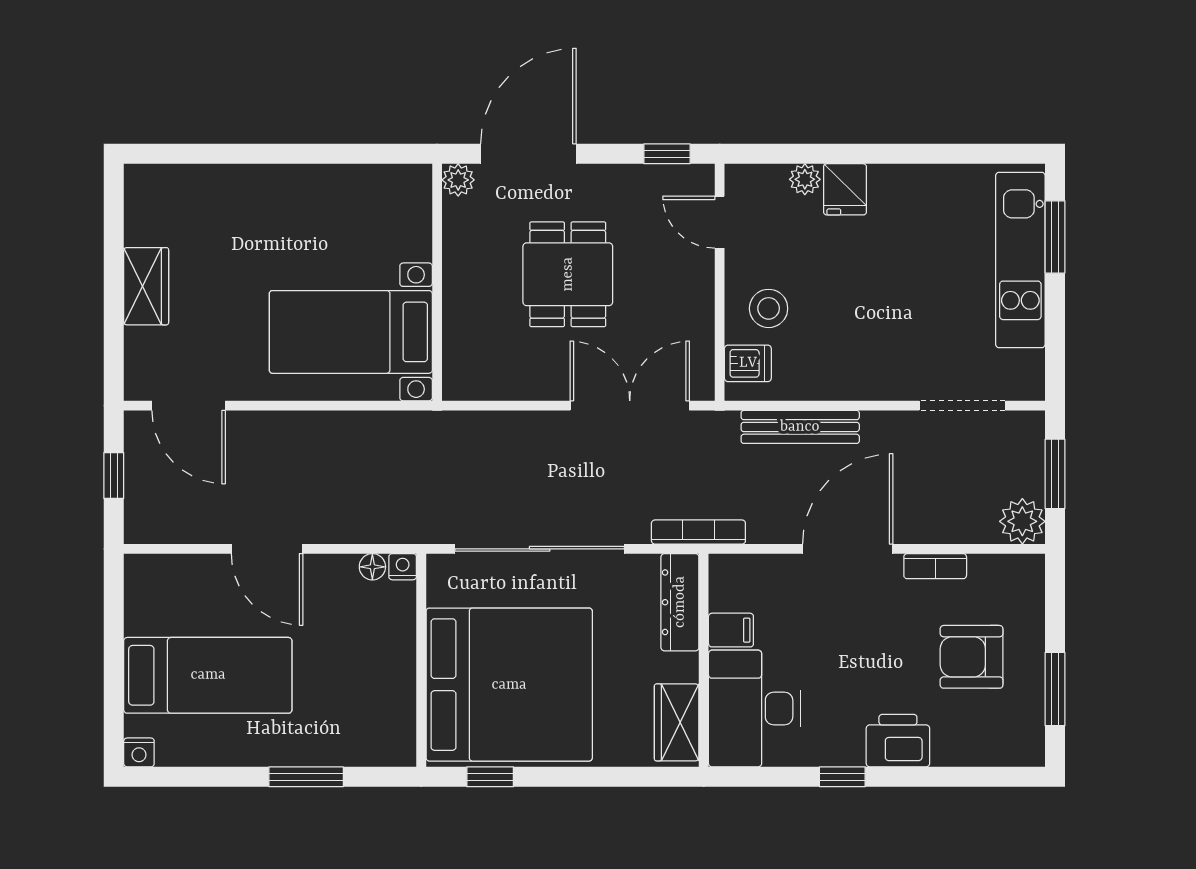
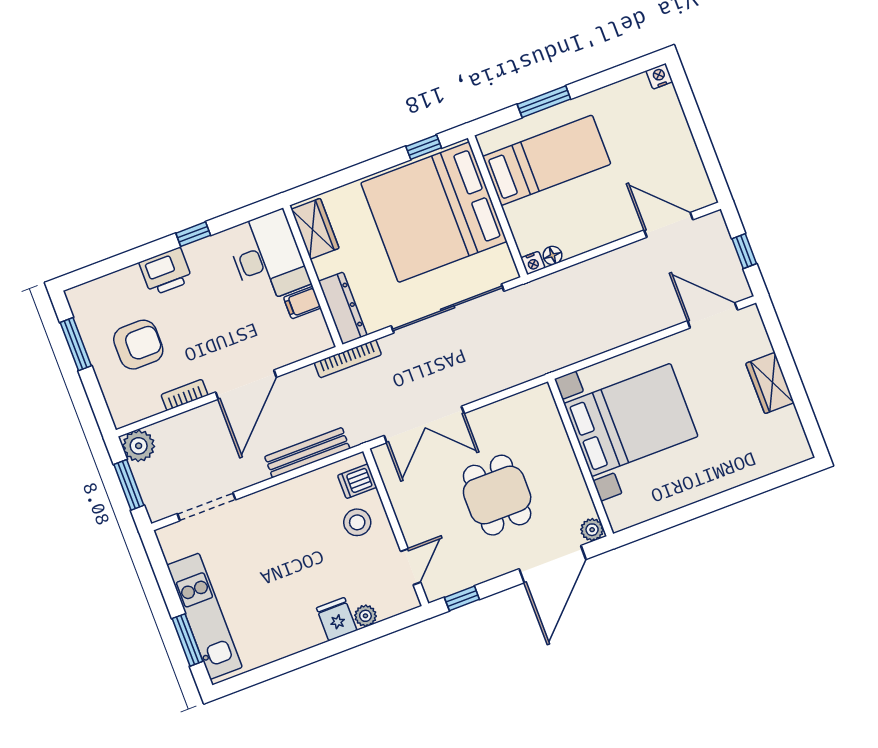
door: (720, 222) -> (411, 567), hinge flipped
bed with nightstands: (351, 332) -> (631, 420), width x1.36
door: (267, 549) -> (669, 225), moved
bed: (208, 675) -> (547, 160), moved, turned 180

